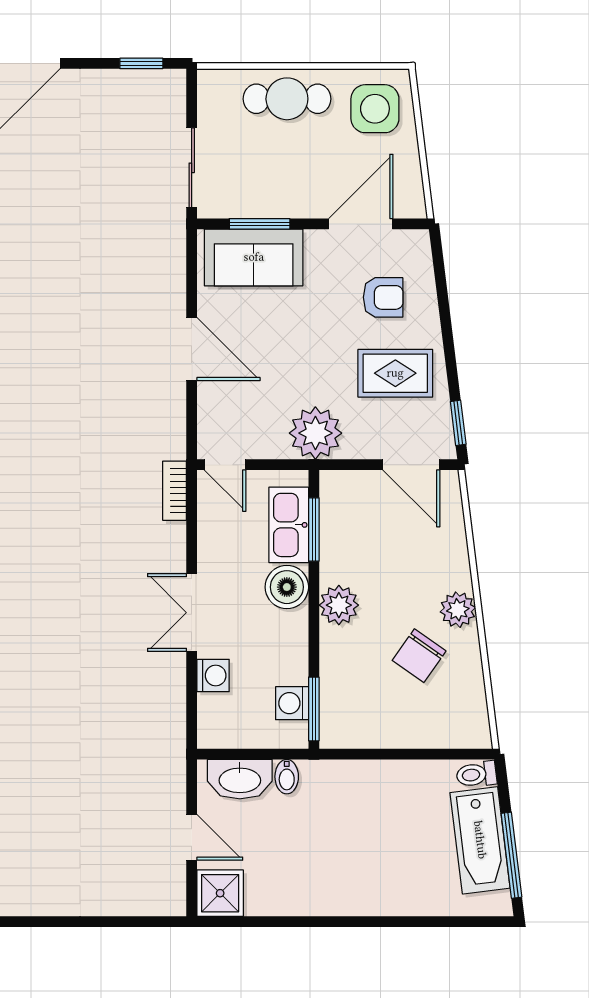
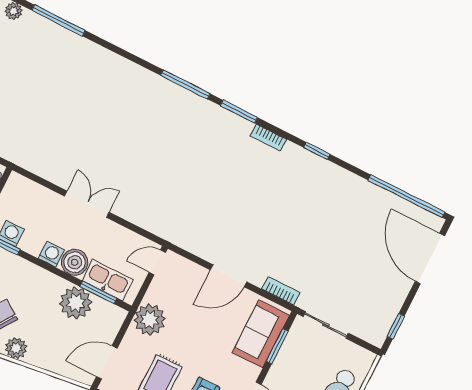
bookcase: (175, 491) -> (281, 291), moved
plant: (339, 605) -> (76, 303), moved, width x1.36, depth x1.36
washing machine: (213, 676) -> (51, 254), moved, turned 180

